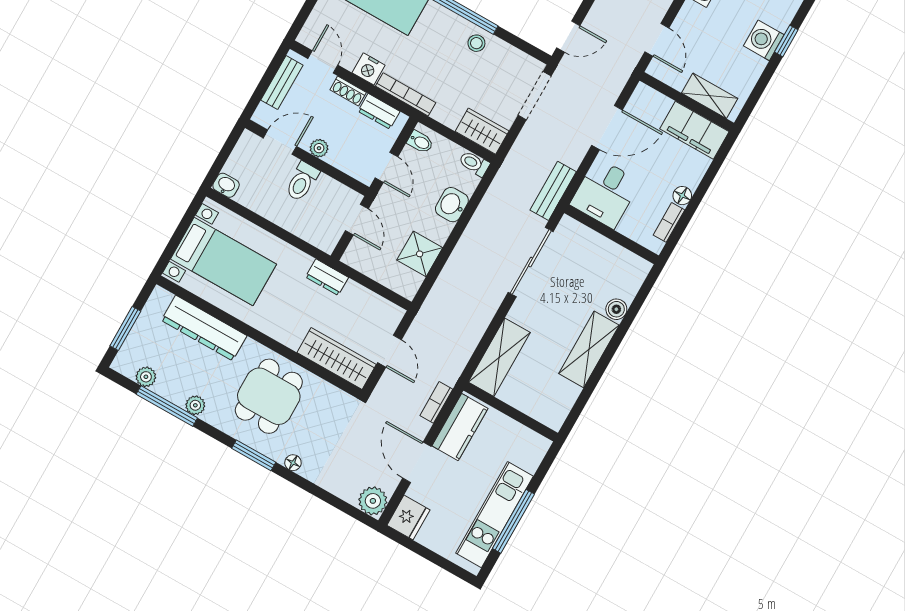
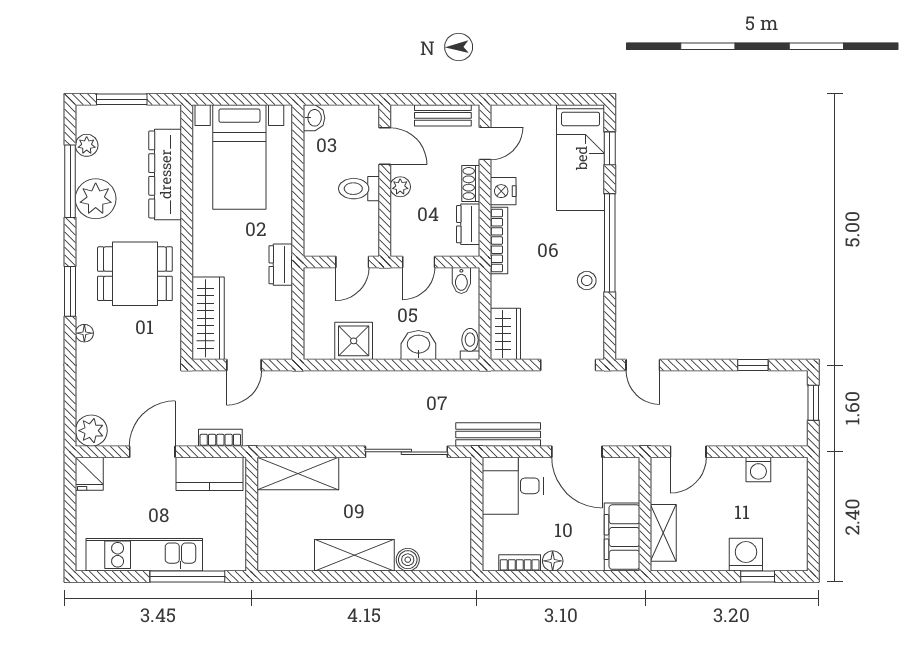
bench: (553, 191) -> (498, 435), width x1.36
plant: (195, 405) -> (96, 199), width x1.87, depth x1.87
fridge: (408, 518) -> (89, 474), width x0.72
window: (513, 521) -> (187, 577), moved

